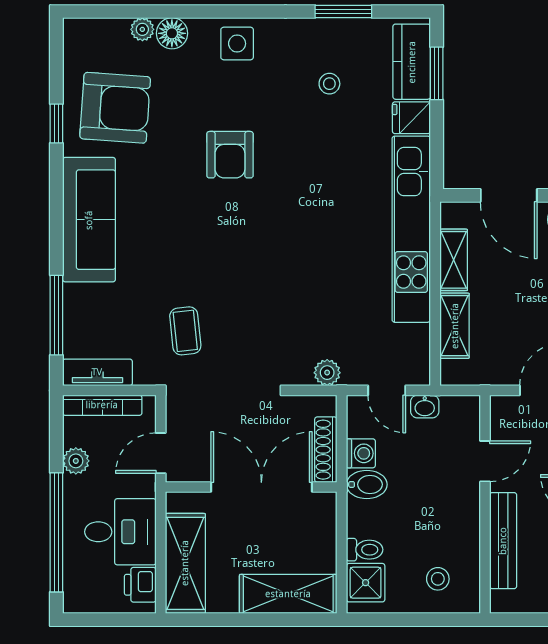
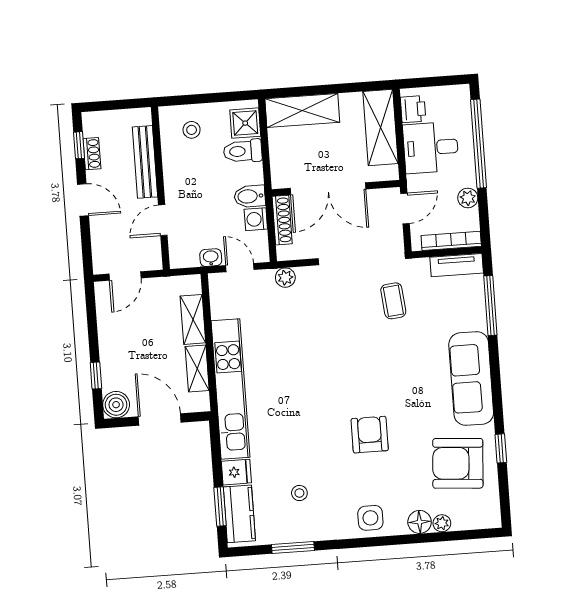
toilet: (365, 550) -> (243, 151), width x1.37, depth x1.39

